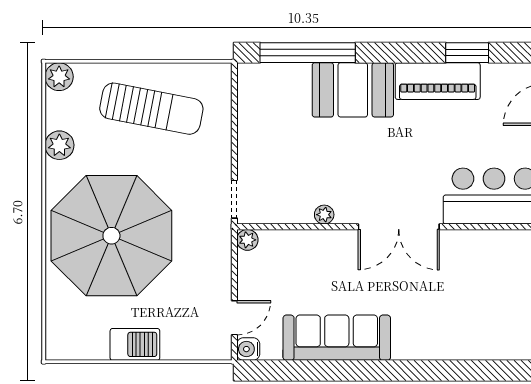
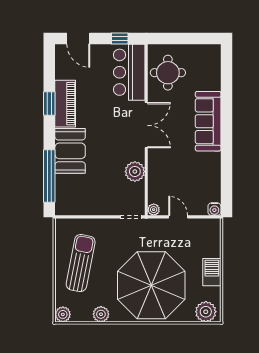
window: (467, 53) -> (49, 103), moved
plant: (324, 215) -> (135, 172), width x1.87, depth x1.87
round table: (493, 266) -> (168, 73), added
door: (234, 318) -> (178, 217), moved
plant: (64, 334) -> (206, 312), added
sofa: (337, 338) -> (208, 121), moved

